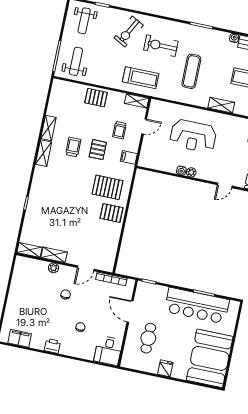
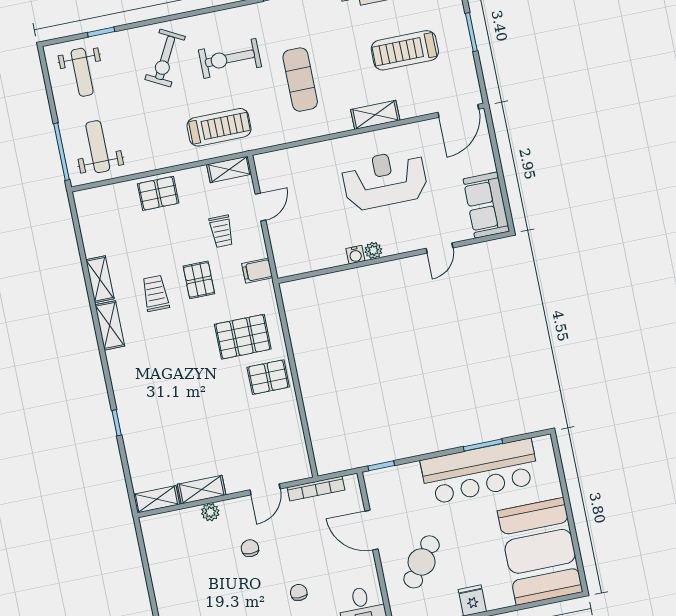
reception desk: (193, 136) -> (385, 180), moved, turned 180
cafe table: (148, 338) -> (422, 562), turned 37

